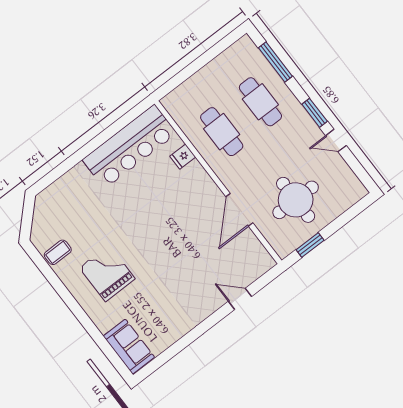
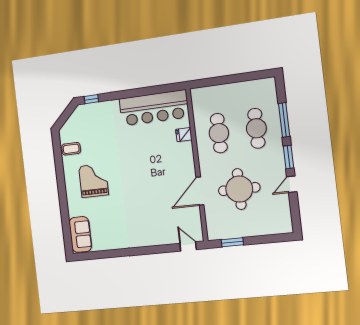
window: (275, 62) -> (284, 120), moved
door: (336, 141) -> (292, 184), hinge flipped
window: (48, 179) -> (91, 99), added
round table: (296, 200) -> (239, 189), moved
door: (240, 299) -> (188, 246), moved

